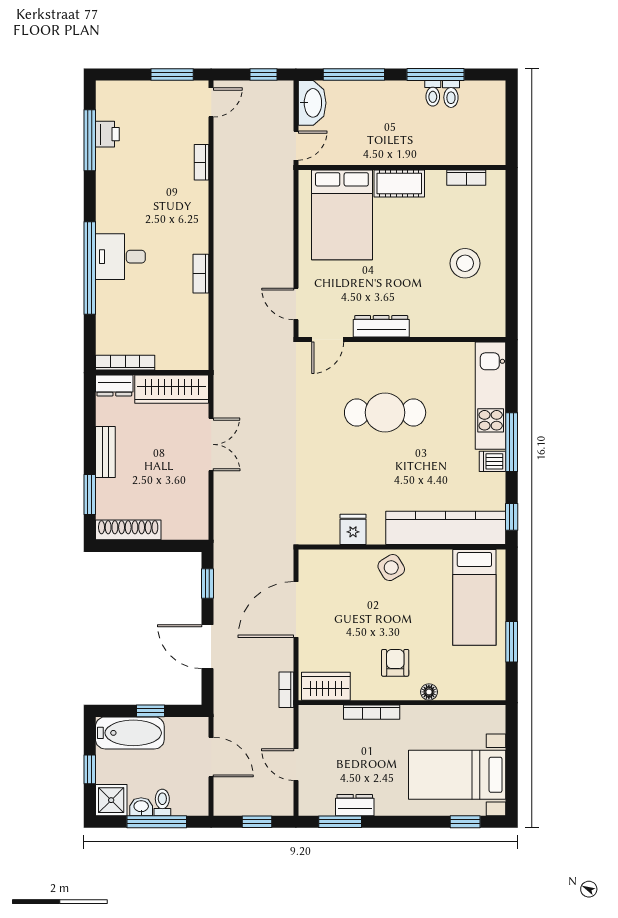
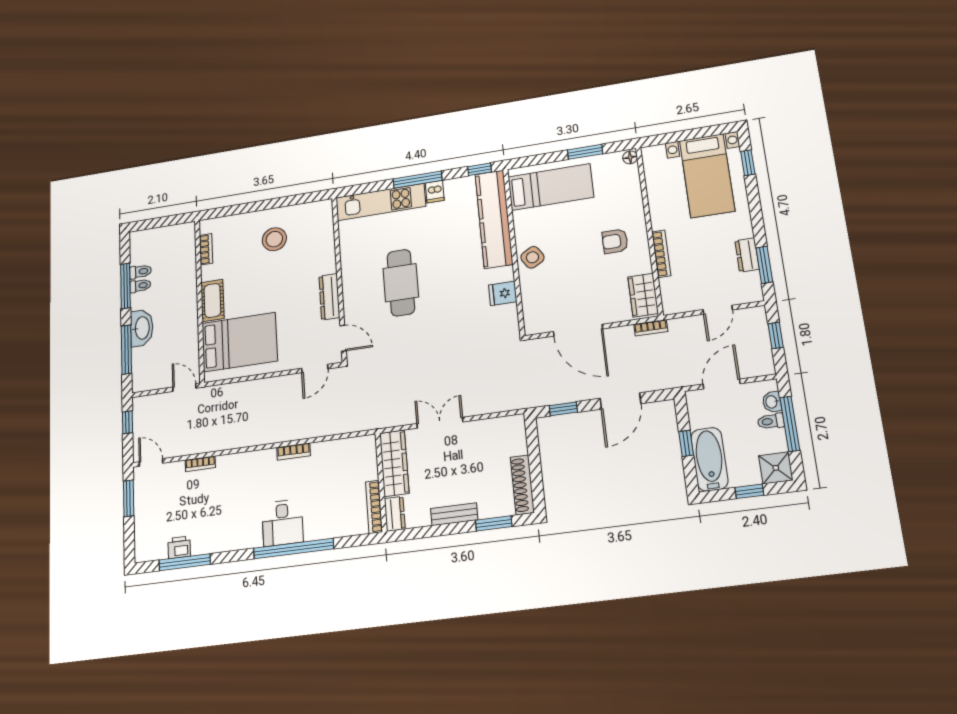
washbasin: (312, 103) -> (142, 328), moved, turned 90
floor lamp: (429, 692) -> (630, 157), moved
washbasin: (141, 807) -> (772, 402), moved

